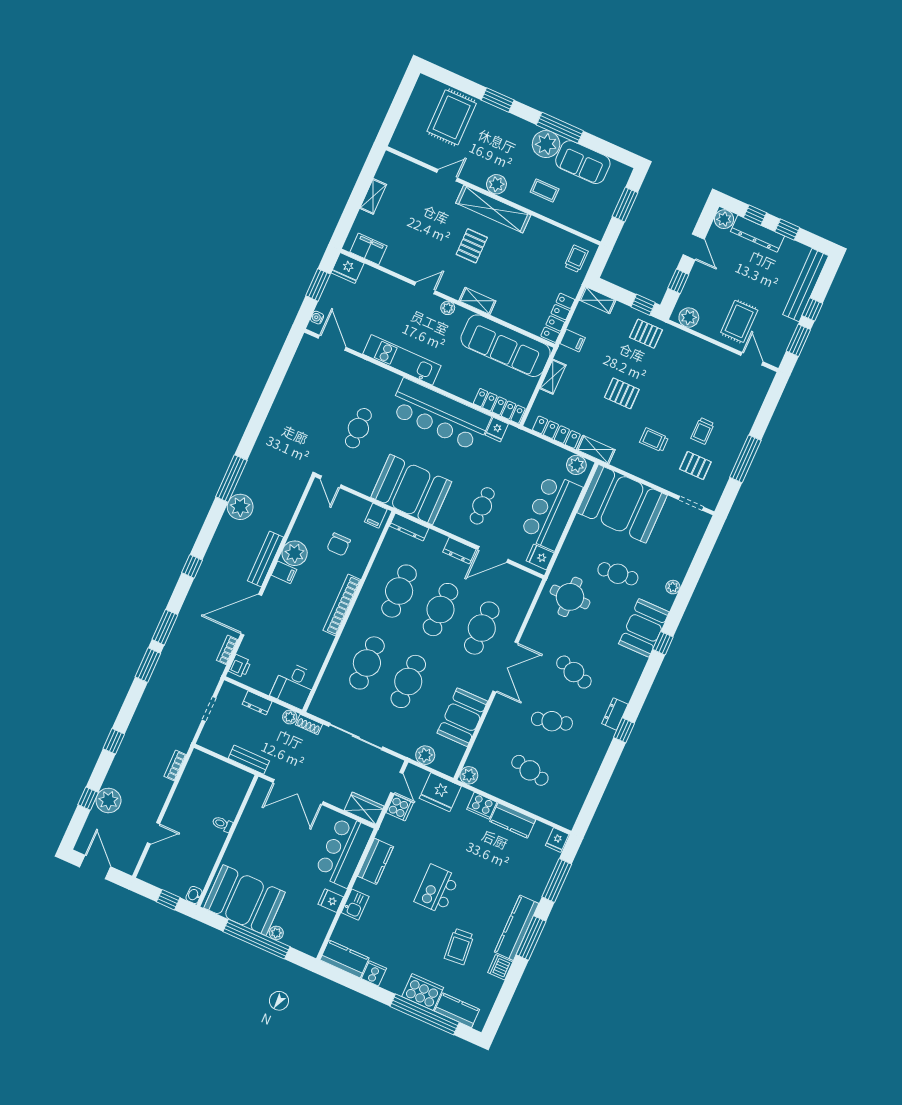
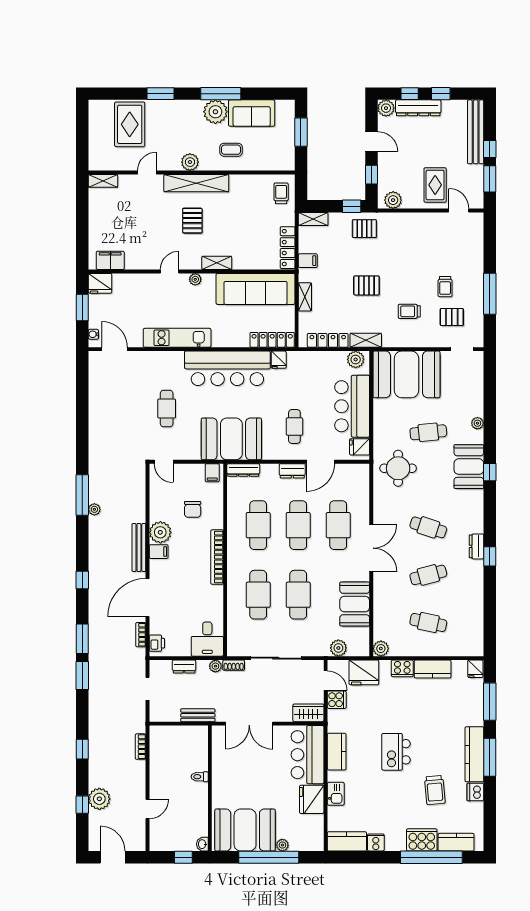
shelving: (373, 196) -> (103, 181), moved, turned 90
plant: (240, 507) -> (94, 509), width x0.53, depth x0.53
fridge: (331, 901) -> (312, 799), width x1.88, depth x1.34

